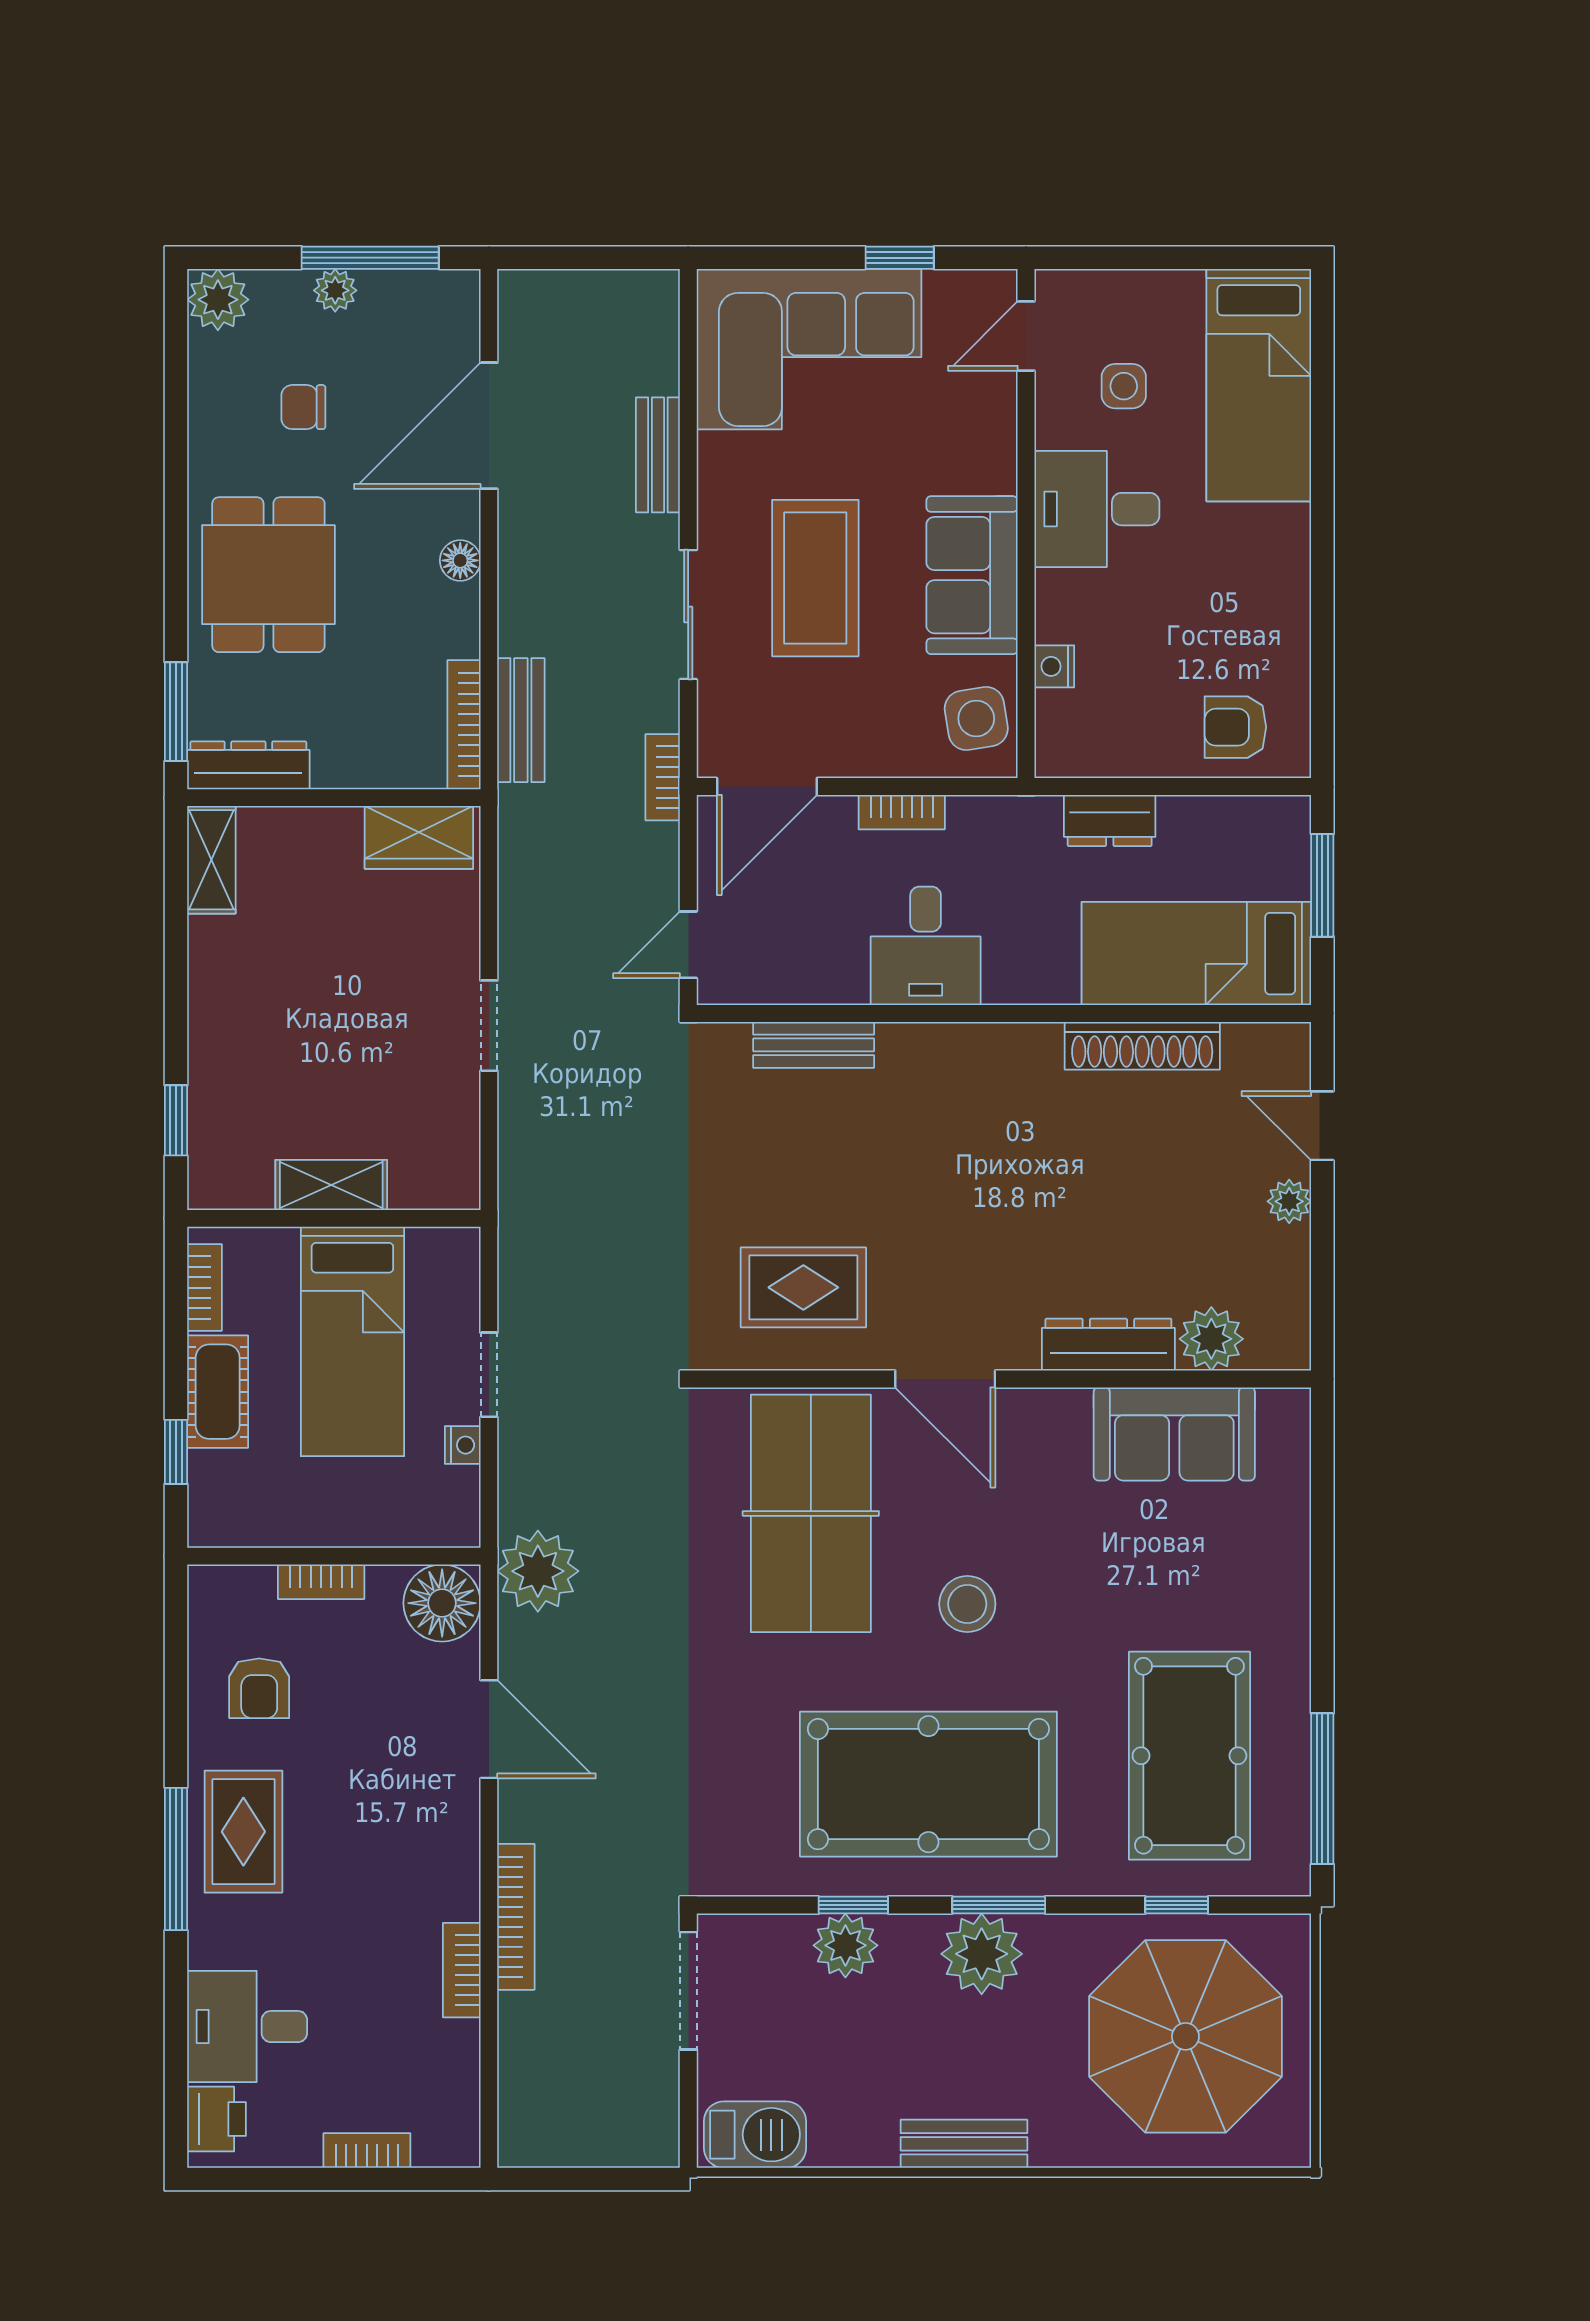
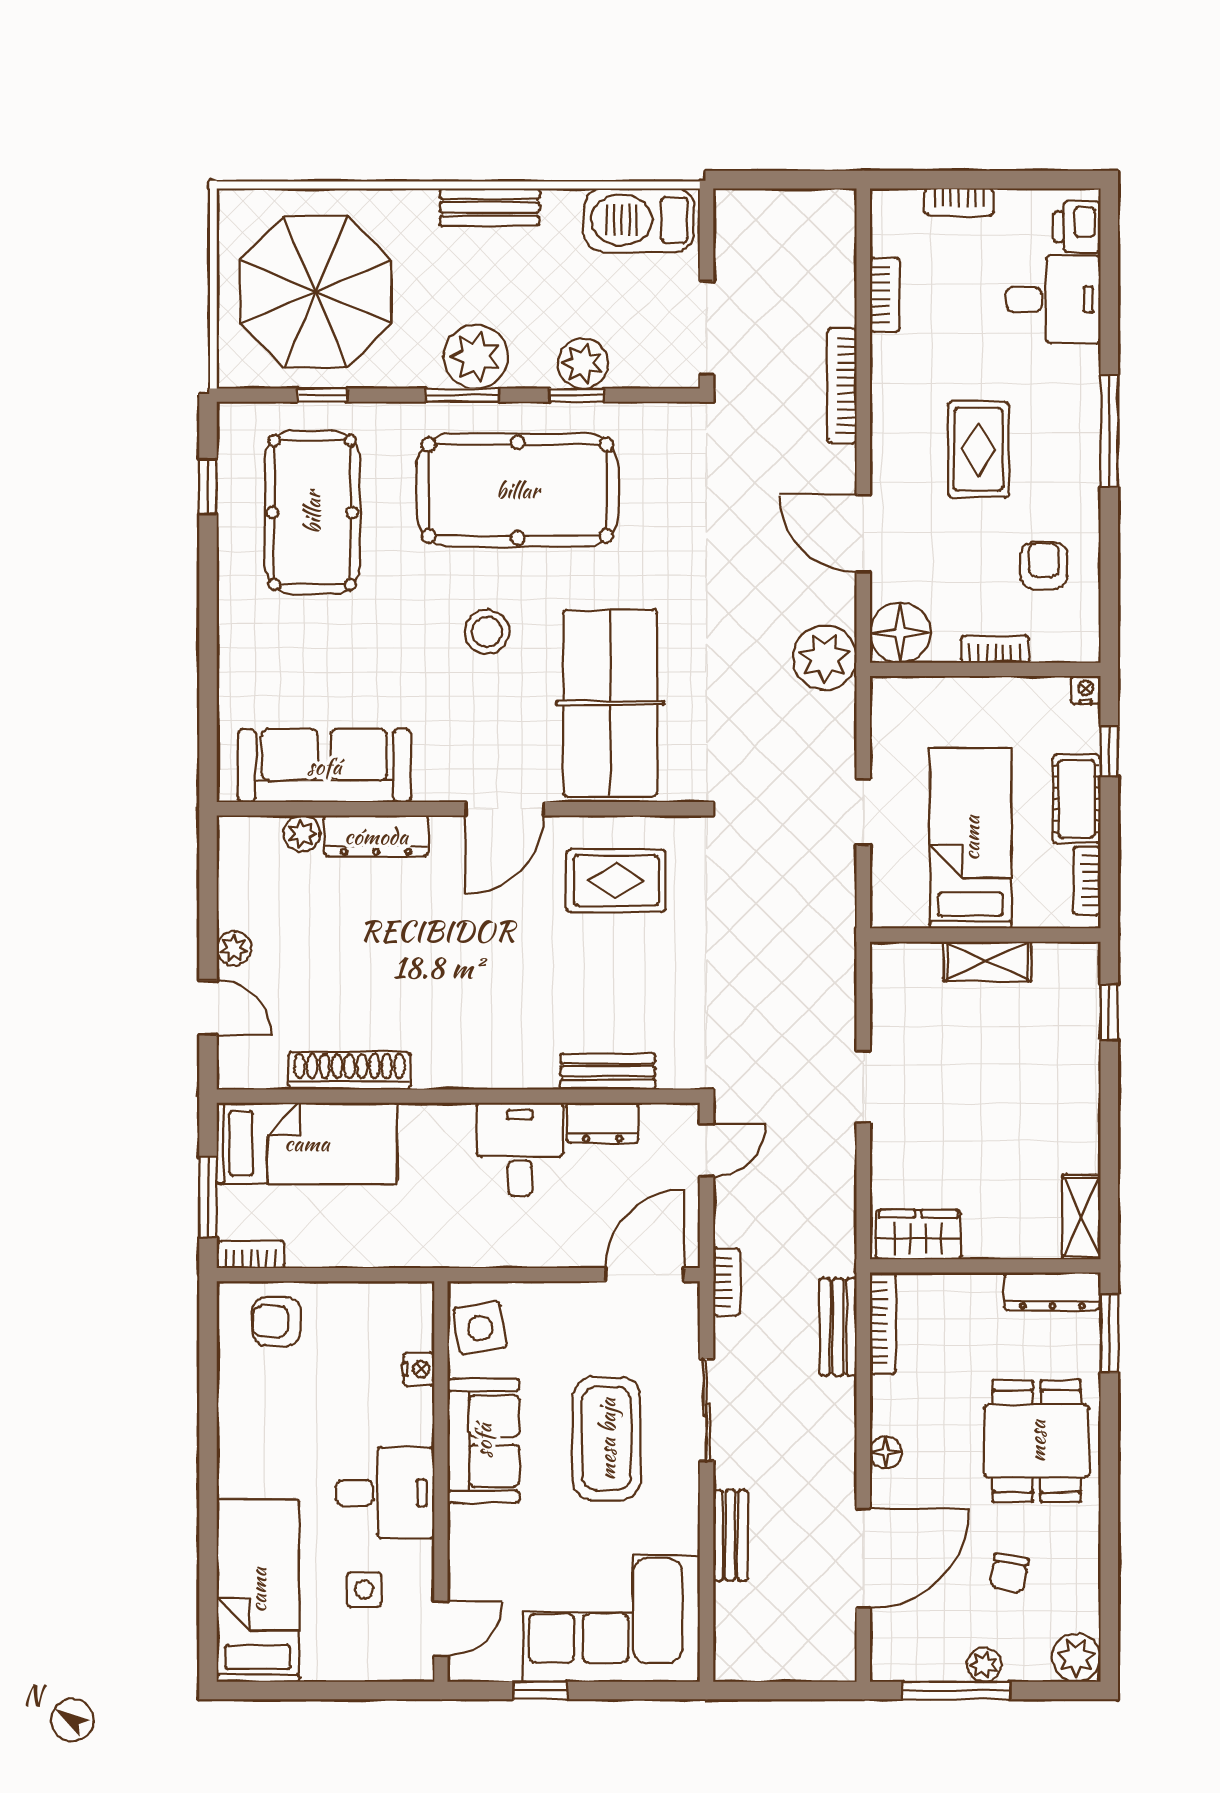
chair: (303, 407) -> (1009, 1573), turned 99
armchair: (1235, 727) -> (276, 1321), turned 180
bookcase: (902, 812) -> (251, 1255), moved
dresser: (1110, 821) -> (603, 1123), moved, turned 180
plant: (1211, 1339) -> (302, 833), width x0.73, depth x0.73
door: (945, 1379) -> (504, 809), swing flipped
sofa: (1174, 1434) -> (324, 766), width x1.36
nightstand: (463, 1445) -> (1086, 690), moved, turned 90
window: (1322, 1789) -> (208, 487), width x0.46
rug: (243, 1832) -> (978, 449), moved
bookcase: (462, 1970) -> (885, 295), moved
barbecue: (755, 2135) -> (639, 220), width x1.37, depth x1.21

